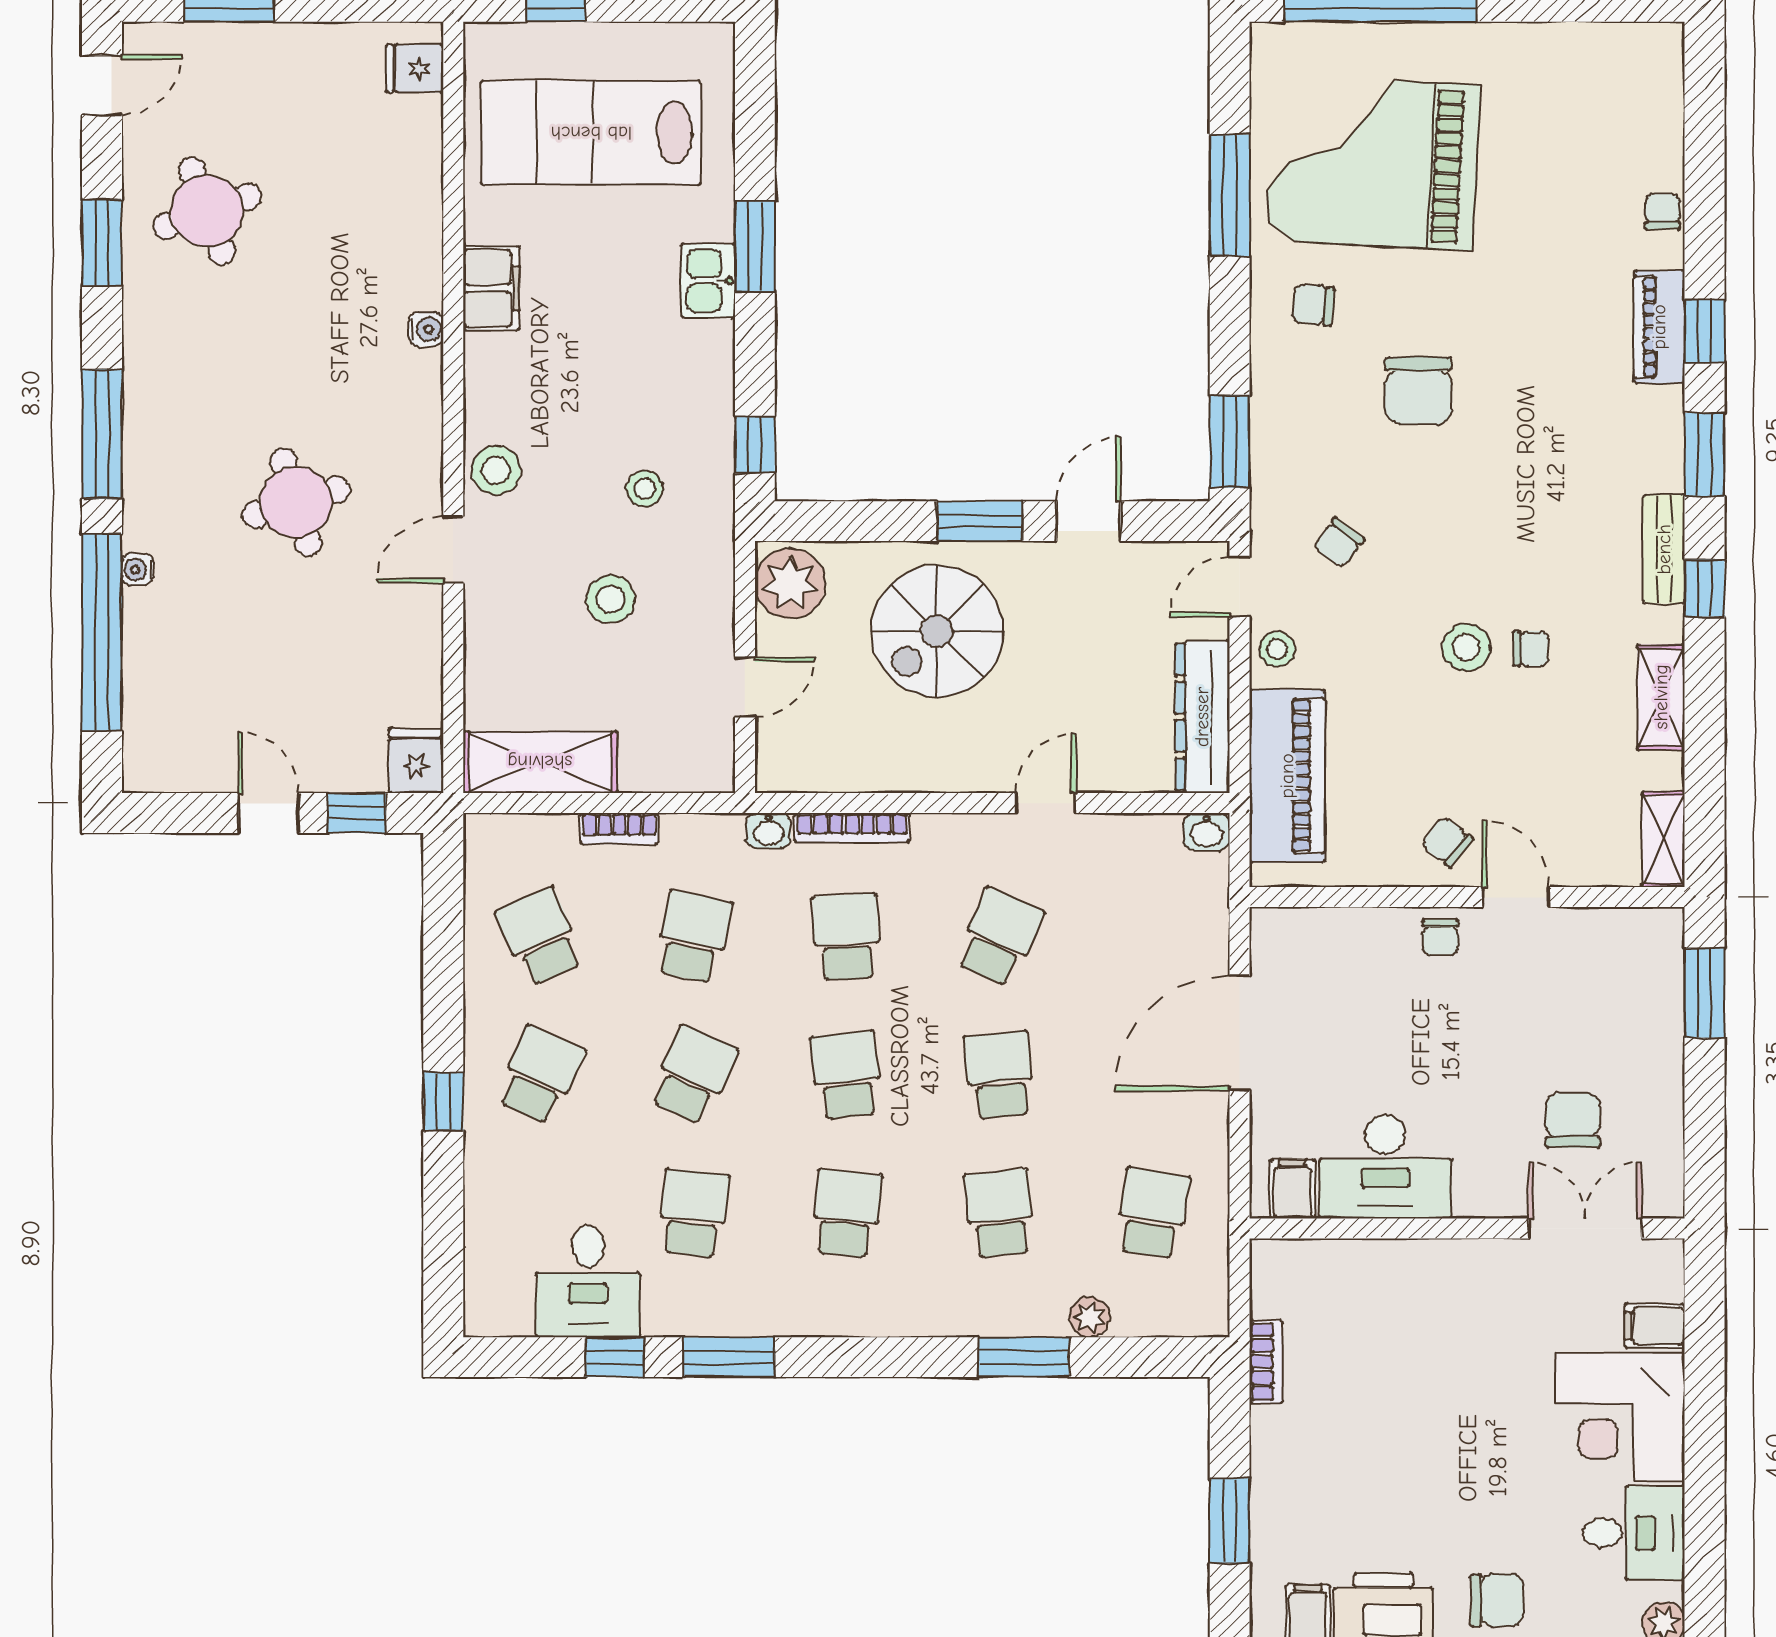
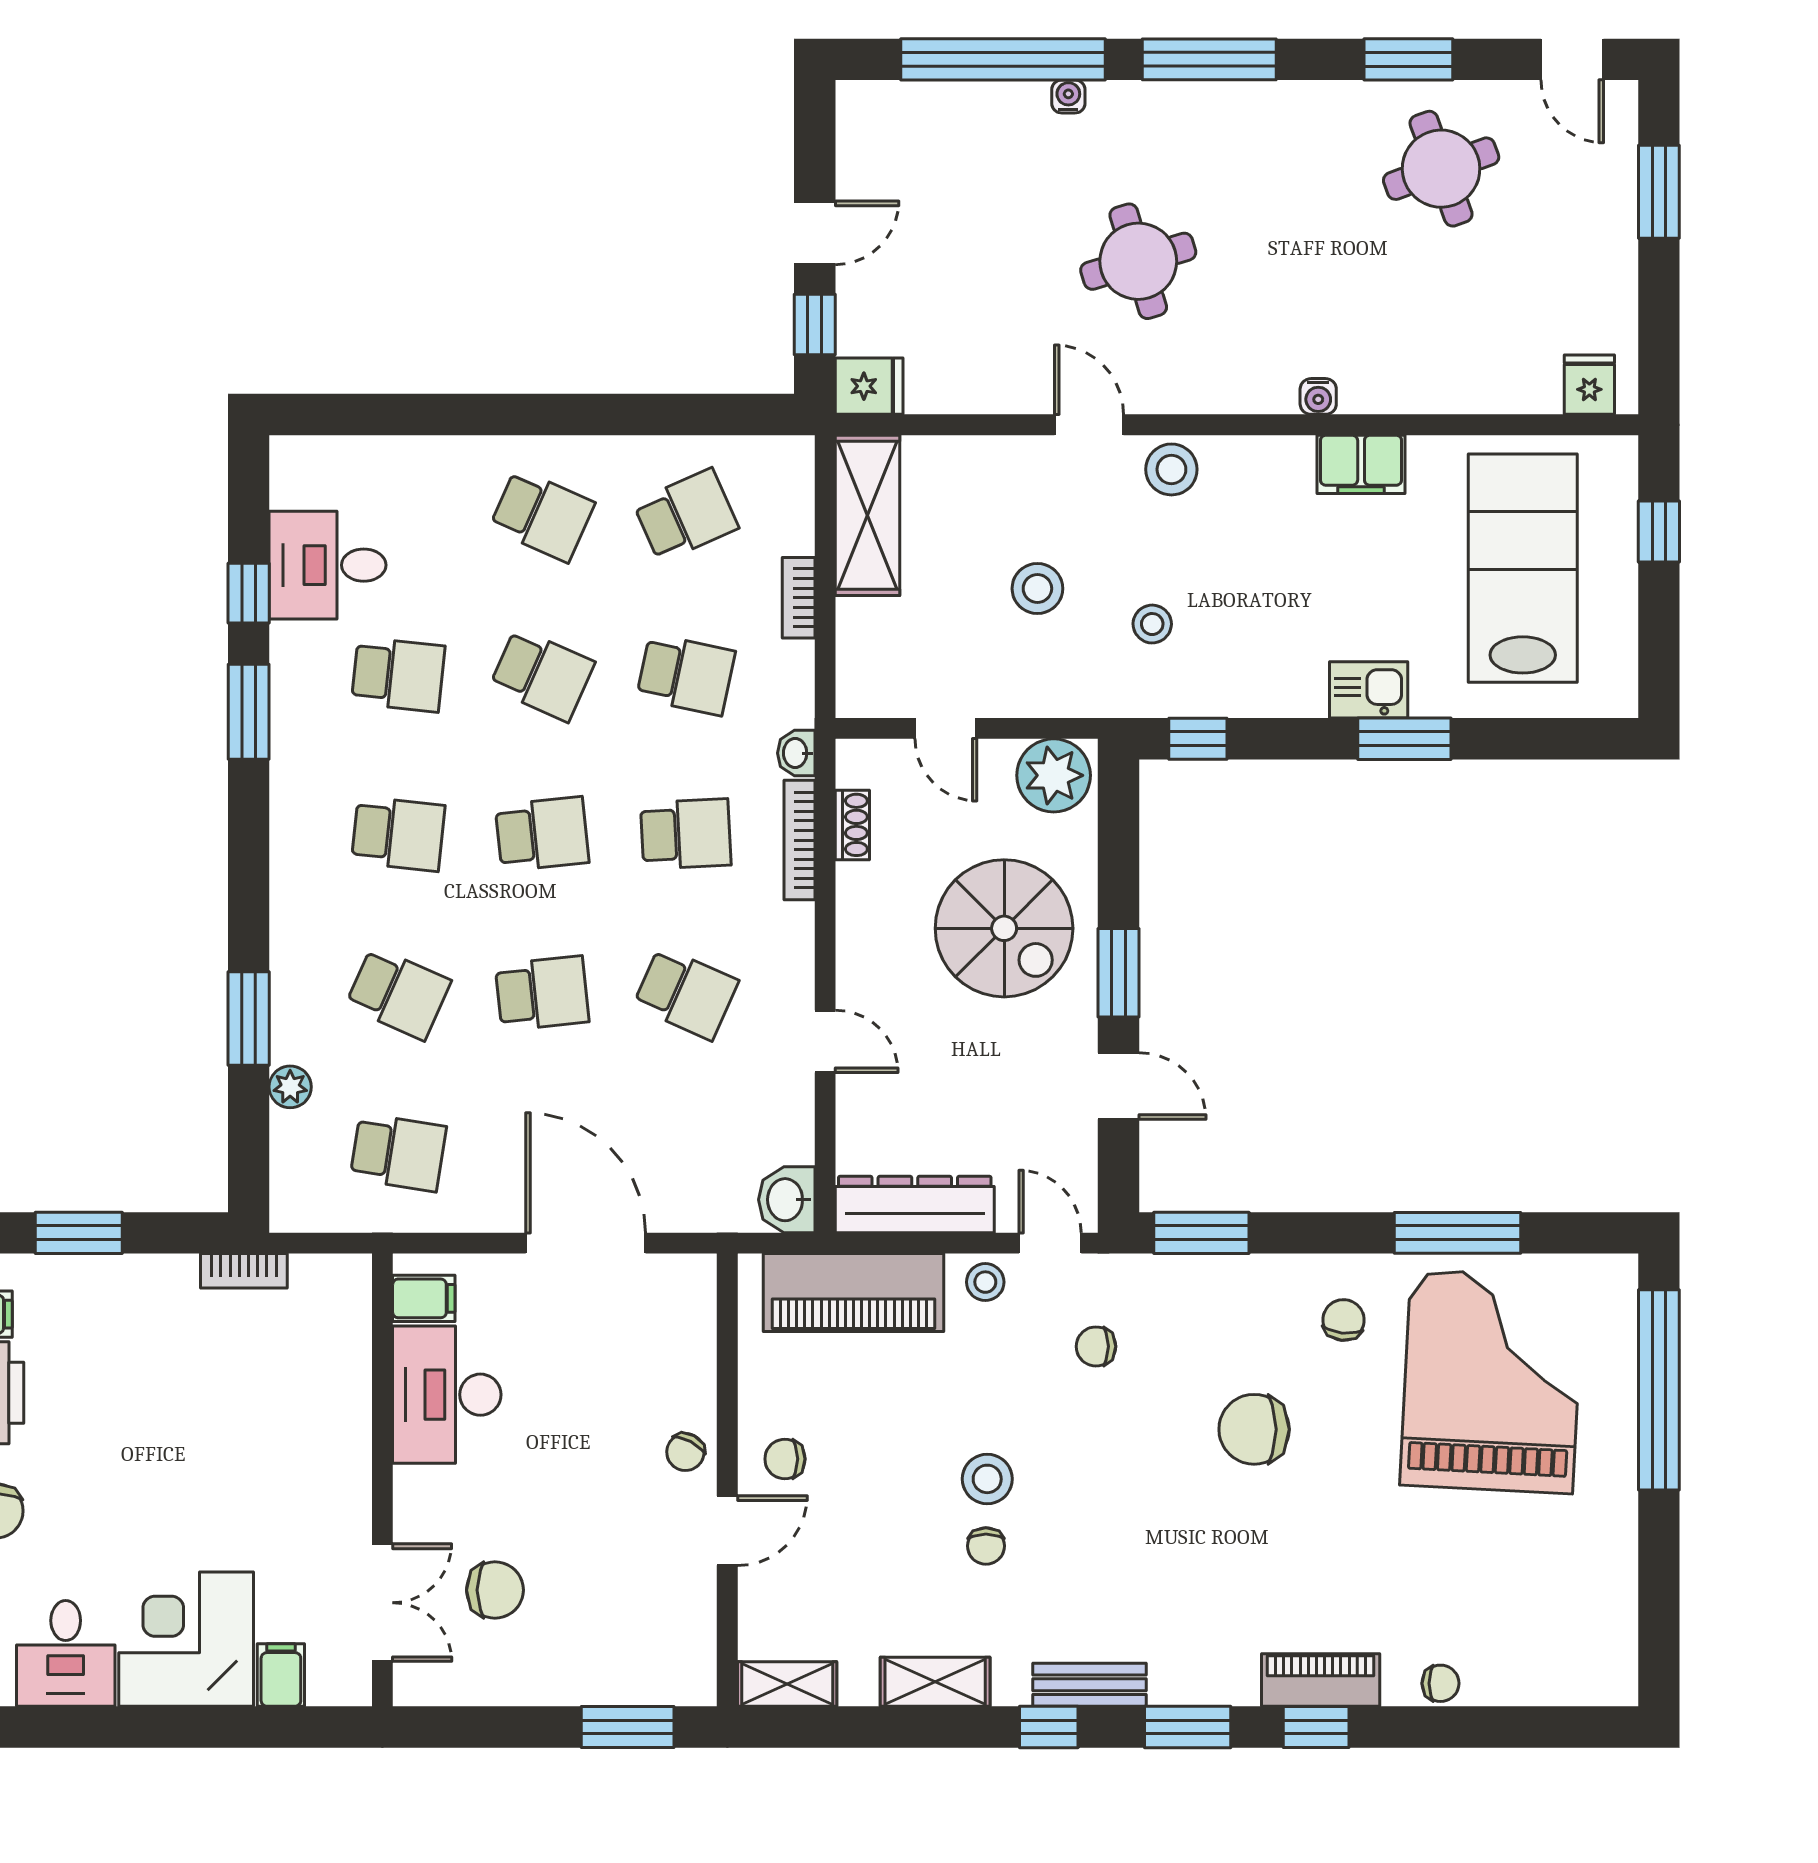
chair: (1339, 543) -> (1096, 1346), turned -38
spiral stairs: (937, 631) -> (1004, 928), turned 180
shoe rack: (838, 777) -> (852, 825), added
washbasin: (1207, 832) -> (787, 1200), width x1.38, depth x1.45
chair: (1447, 842) -> (785, 1459), turned -128
chair: (1440, 937) -> (685, 1452), turned -62
window: (443, 1101) -> (515, 414), removed
school desk: (999, 1213) -> (398, 993), turned 30

